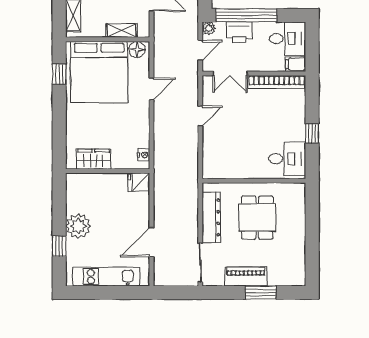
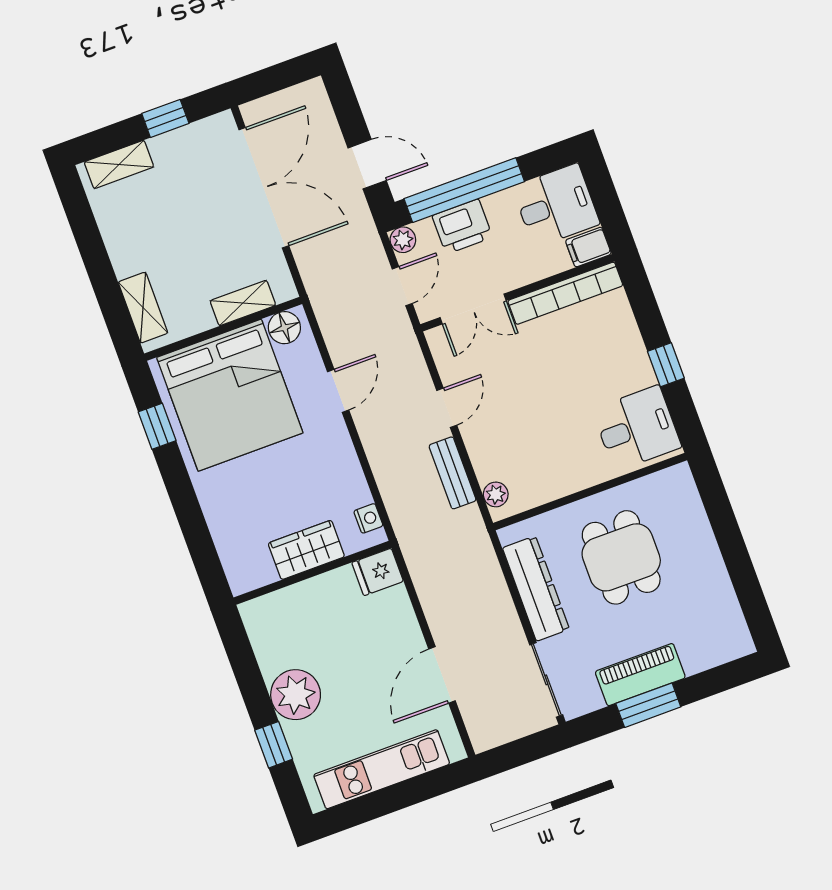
bench: (192, 148) -> (453, 473), added
wardrobe: (93, 159) -> (306, 550), moved
plant: (208, 166) -> (496, 494), added
window: (261, 293) -> (648, 705), moved

